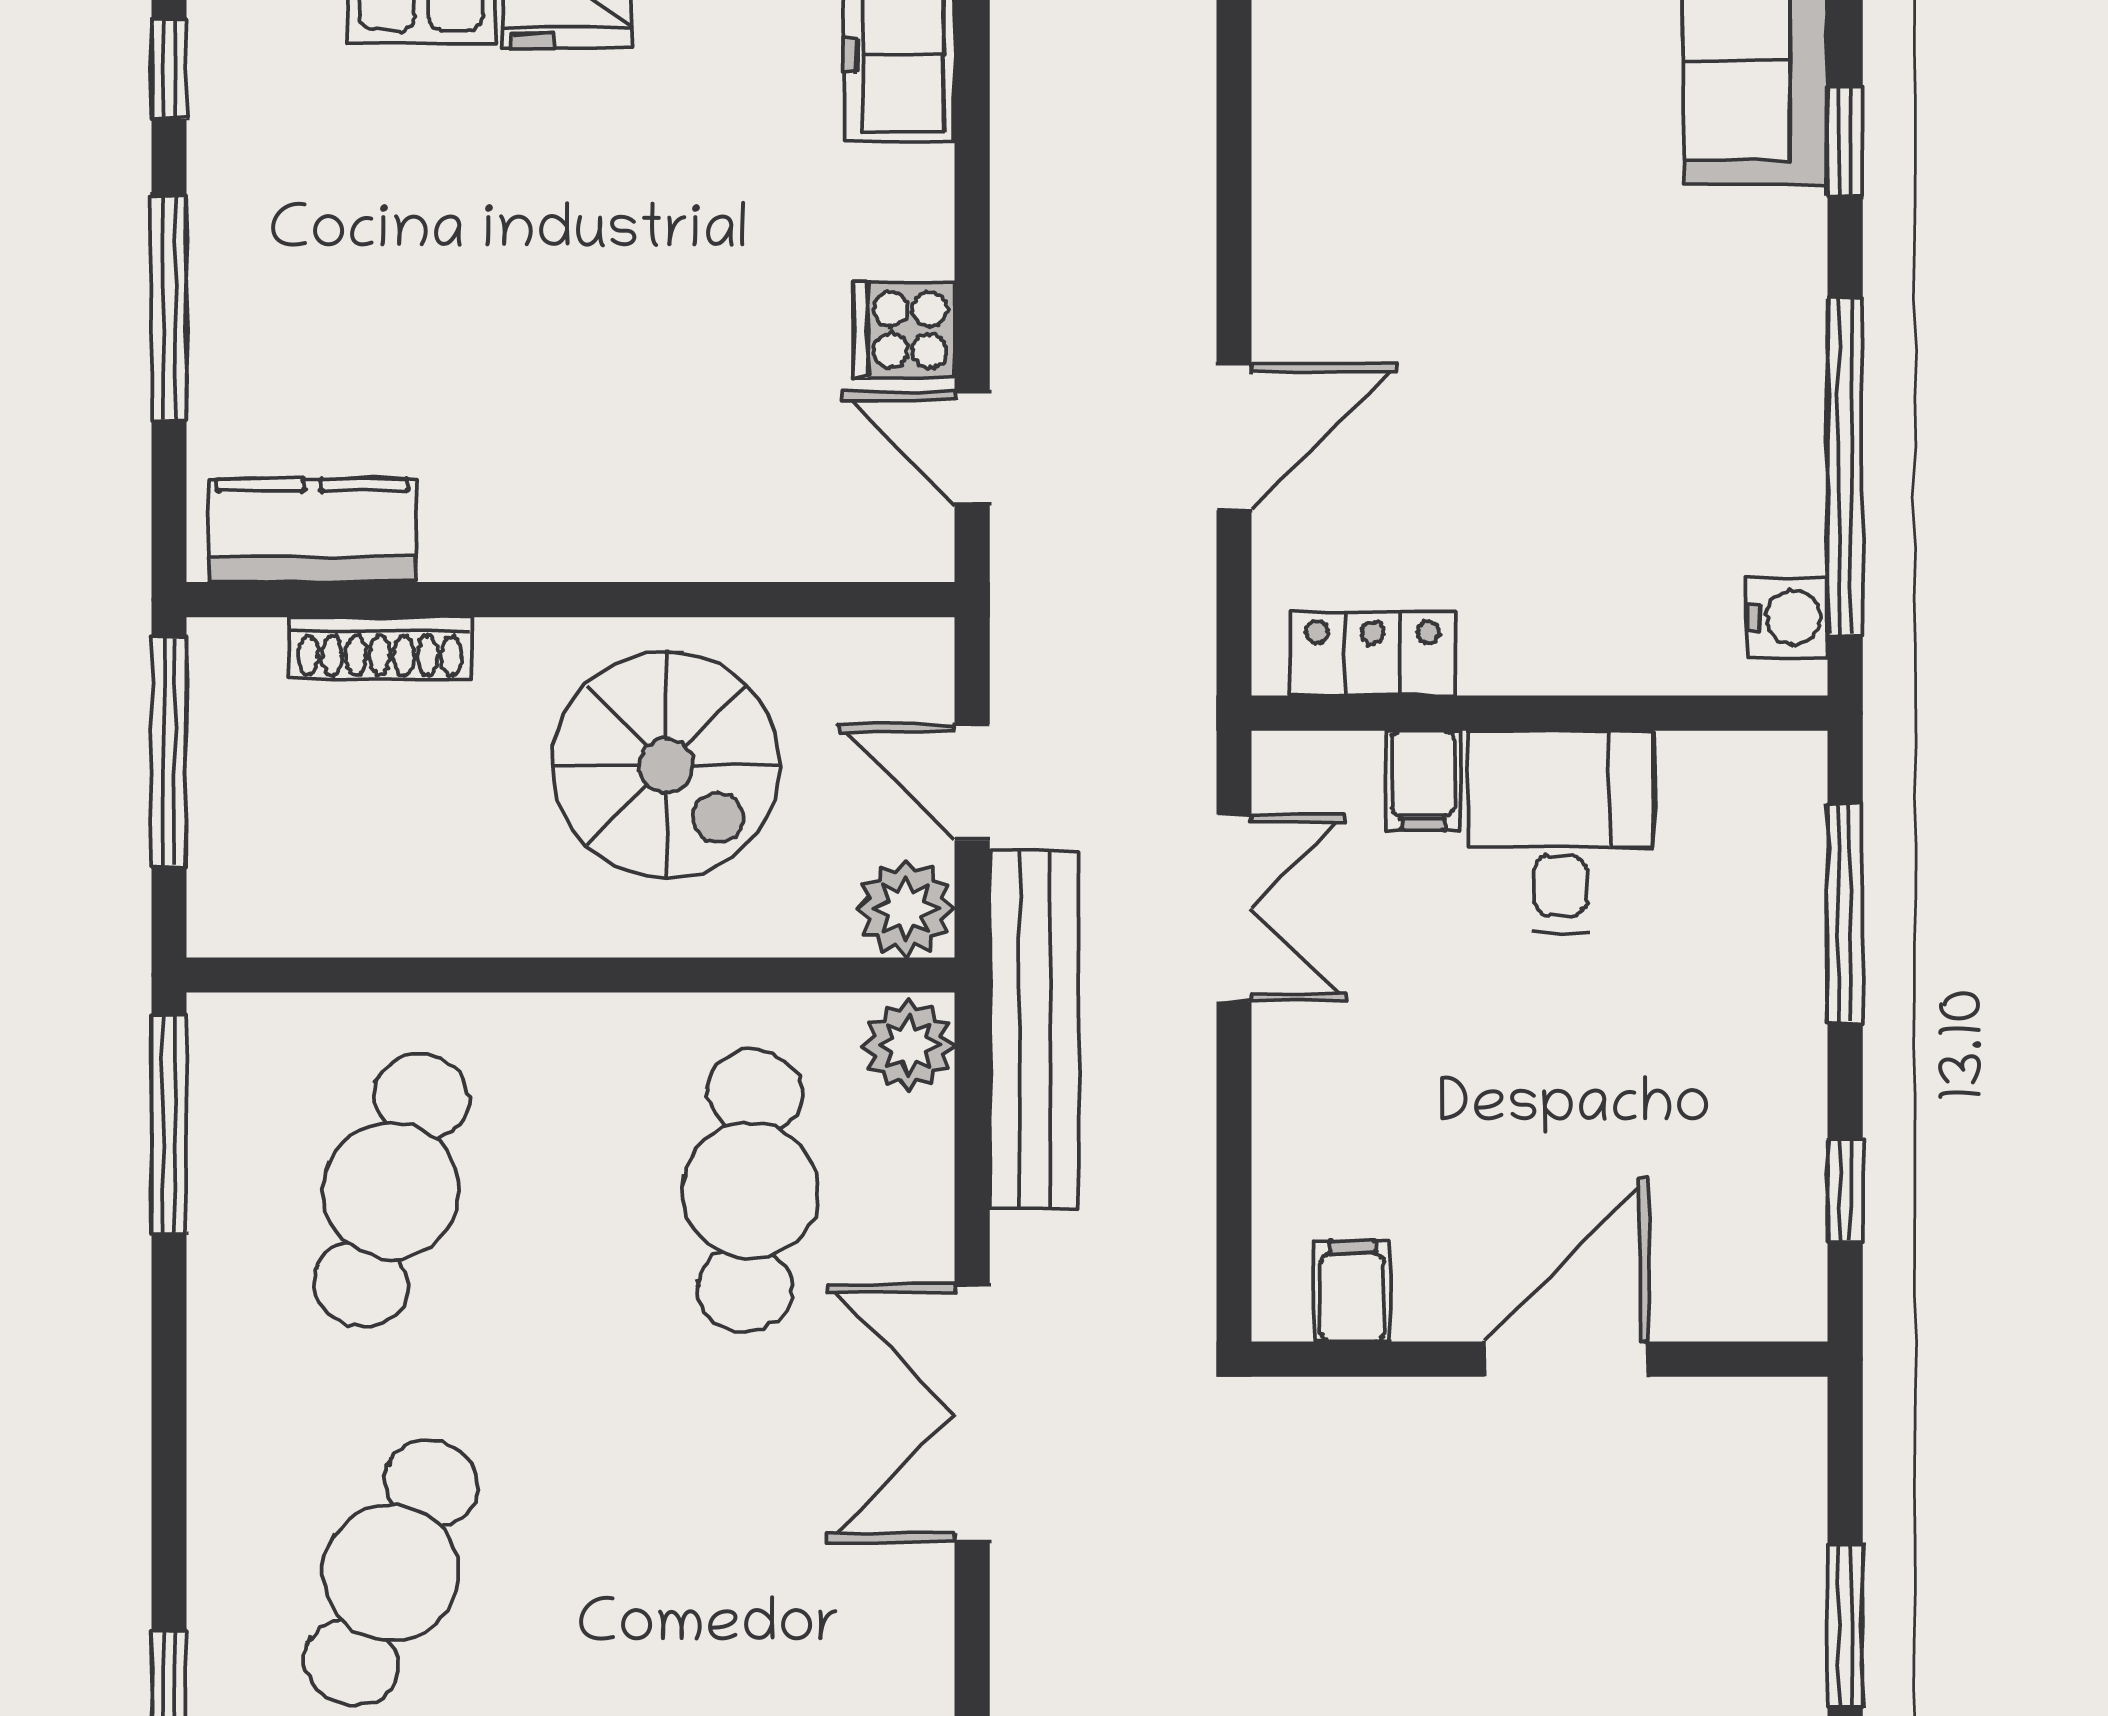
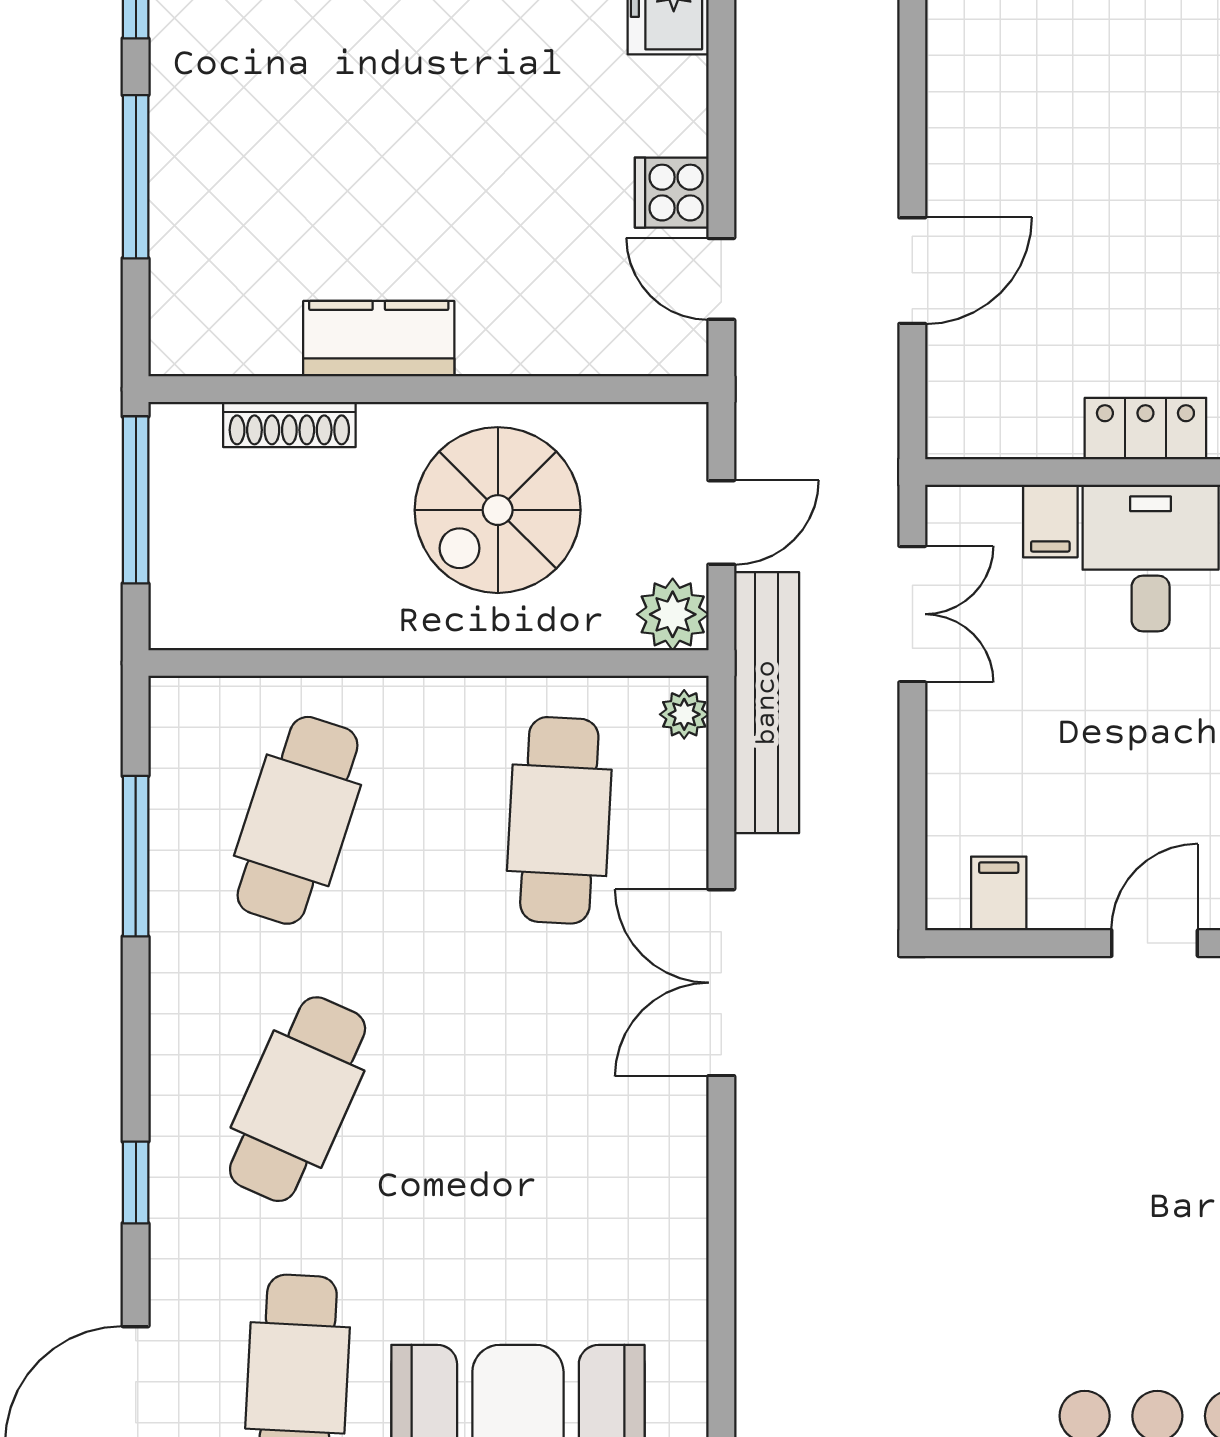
kitchen counter: (312, 530) -> (379, 339), moved
locker: (1373, 654) -> (1145, 429), moved
spiral stairs: (665, 765) -> (498, 510), turned 90
door: (972, 782) -> (721, 522), swing flipped
plant: (909, 1045) -> (684, 714), width x0.73, depth x0.73
window: (169, 1124) -> (136, 856), moved
door: (1566, 1359) -> (1155, 943), width x0.73

